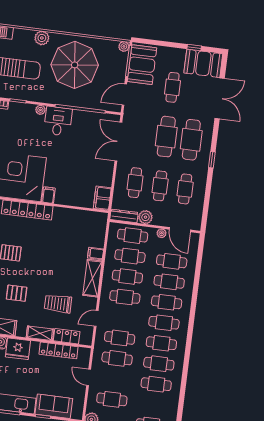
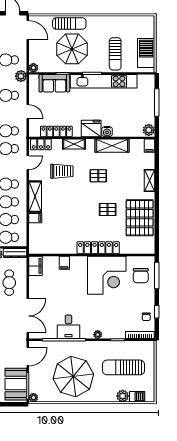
plant: (42, 38) -> (123, 396), moved
desk: (58, 121) -> (68, 327), moved
filing cabinet: (48, 195) -> (64, 263), moved
locker: (67, 336) -> (41, 144), moved

